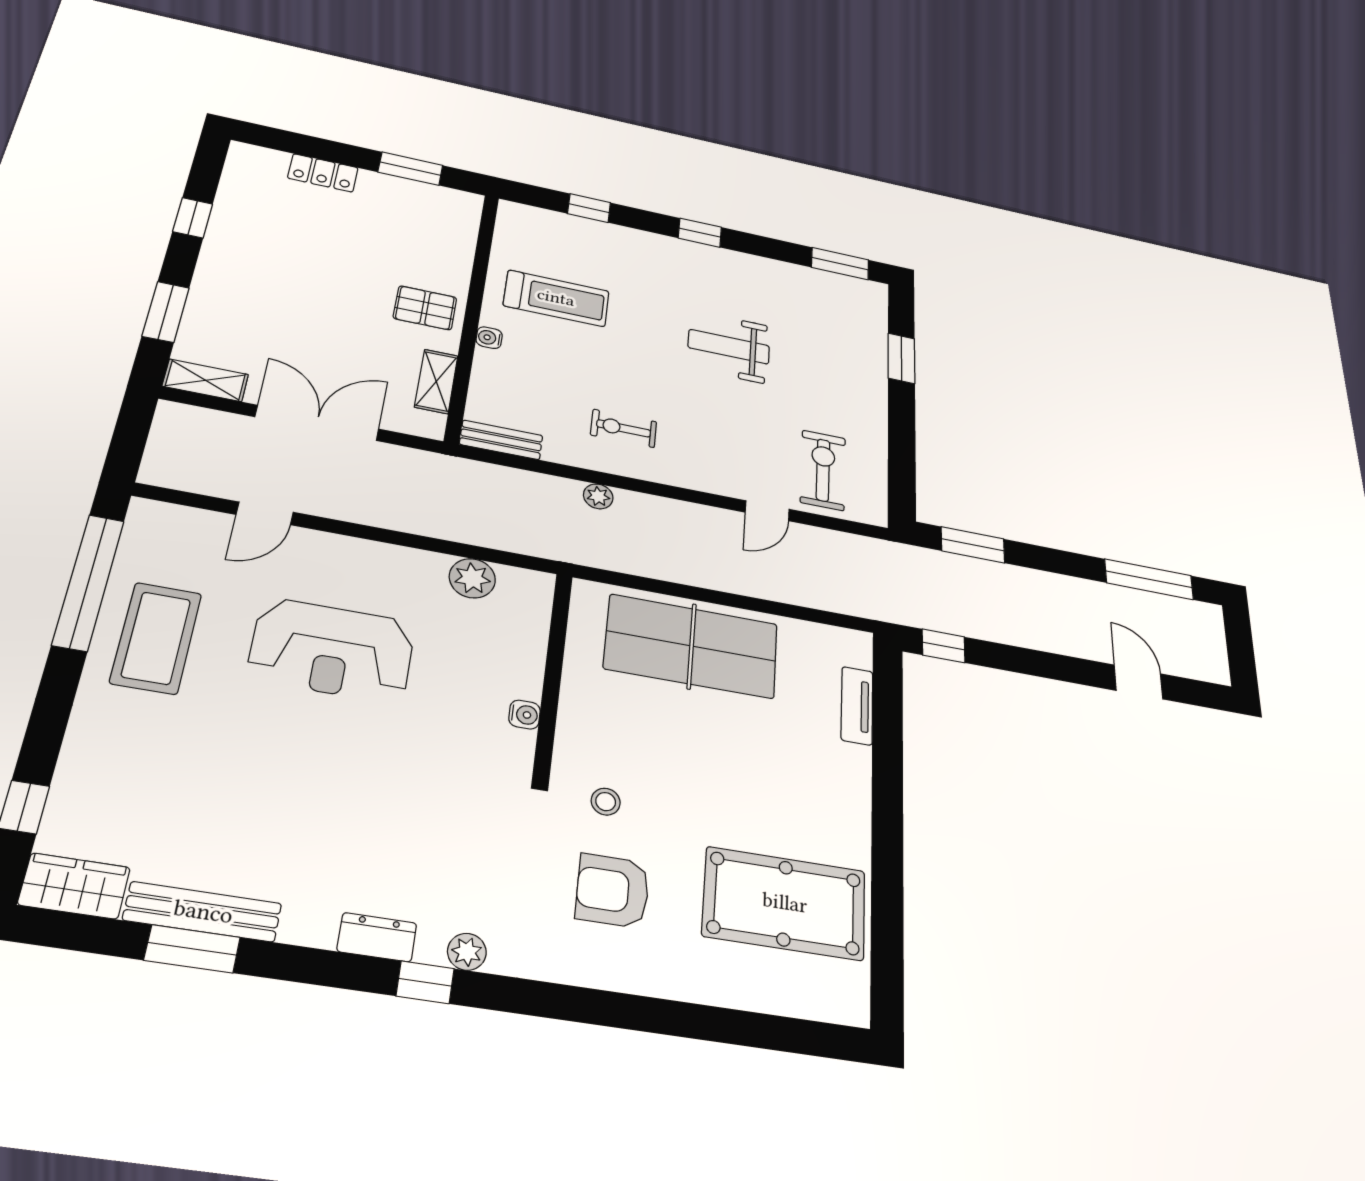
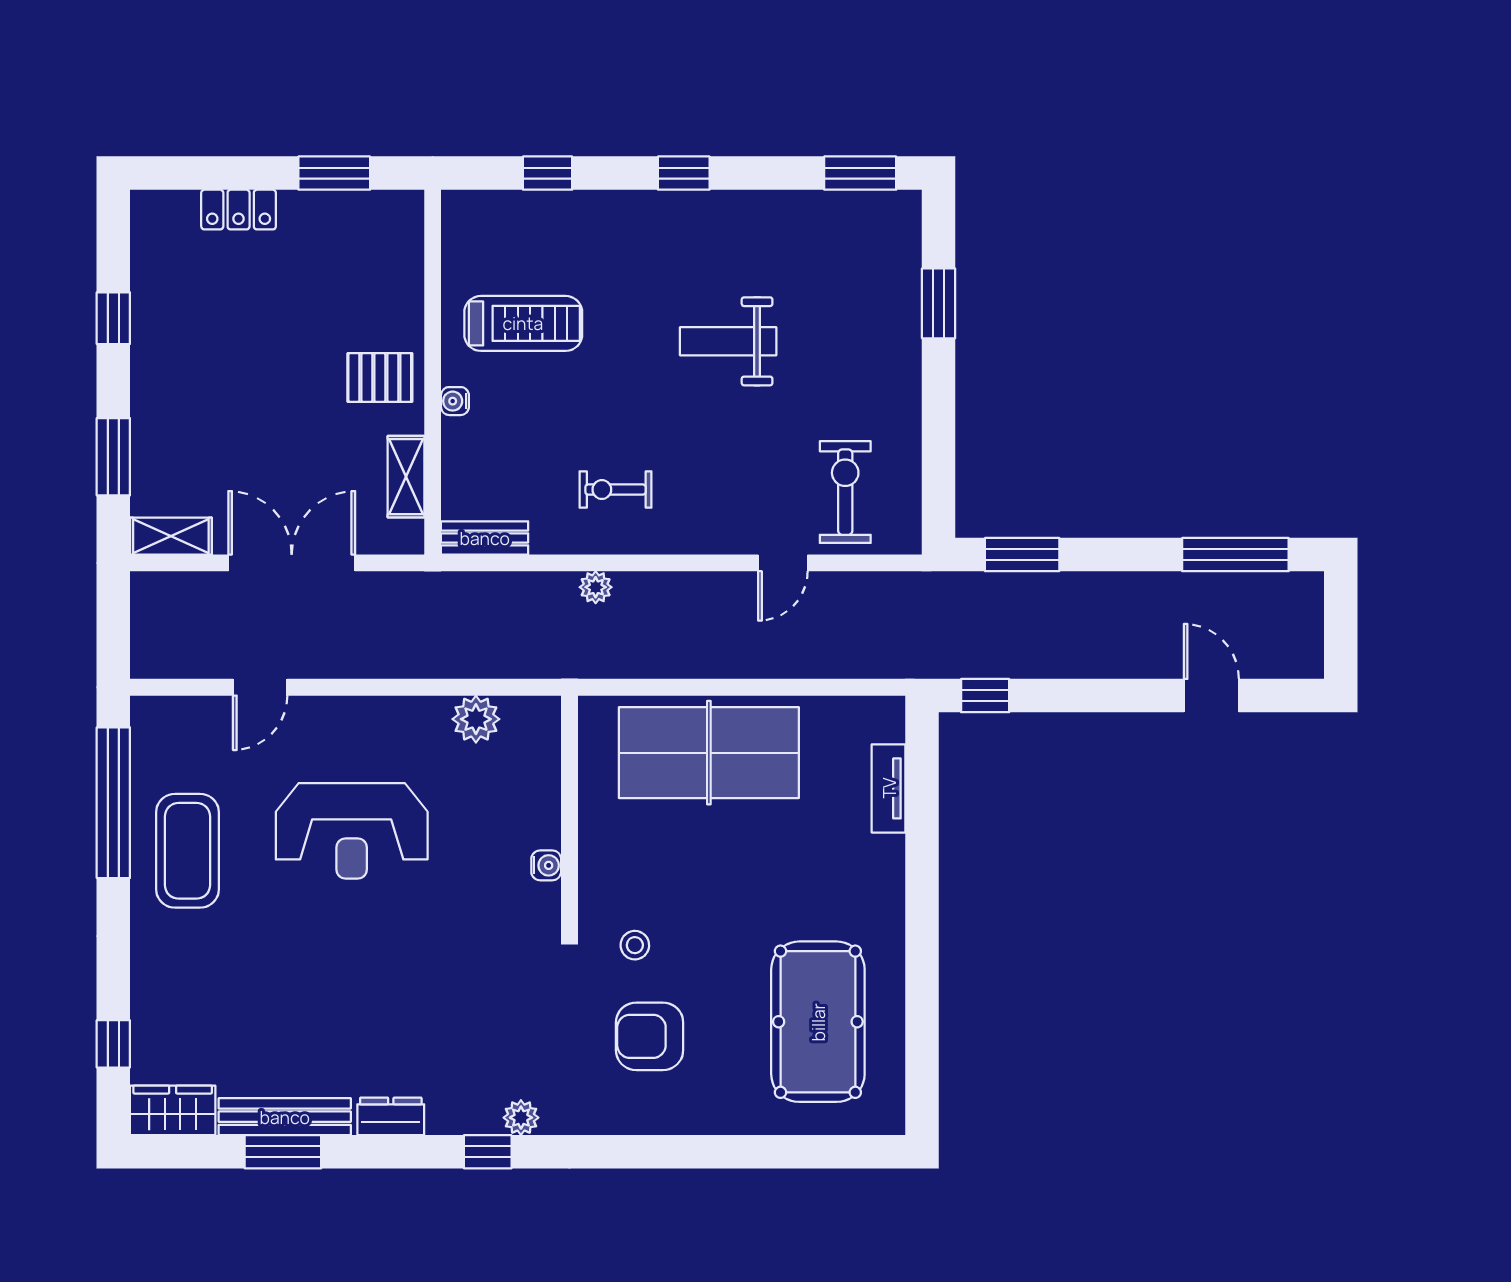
pool table: (785, 903) -> (818, 1022), turned 90
dresser: (377, 937) -> (391, 1116), moved

